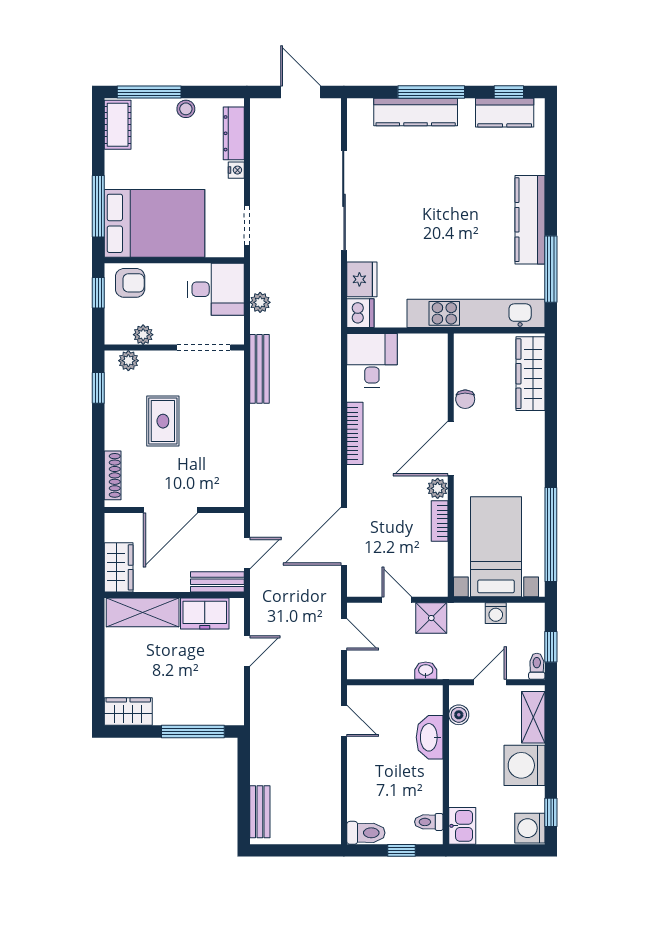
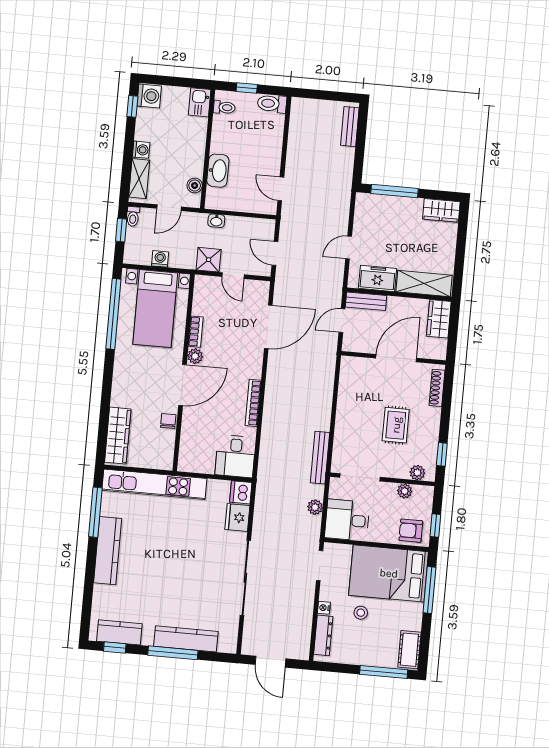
stool: (186, 109) -> (361, 613), moved
washing machine: (525, 765) -> (141, 150), width x0.53, depth x0.53

